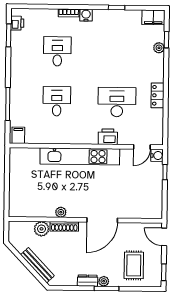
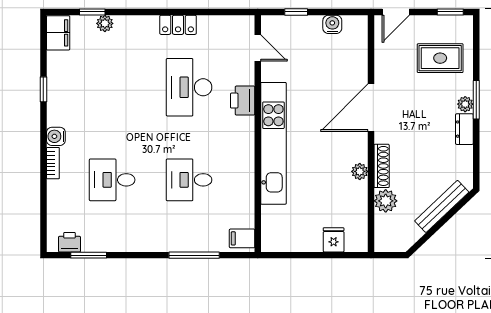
water cooler: (157, 156) -> (332, 24), moved
fridge: (17, 195) -> (334, 240), added
door: (102, 220) -> (371, 108), swing flipped

